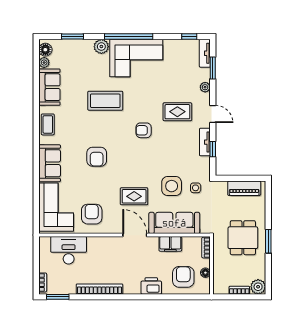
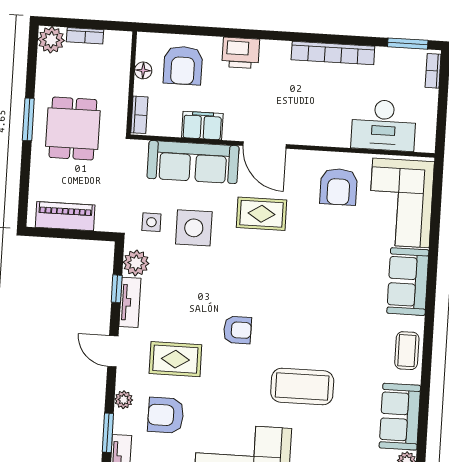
armchair: (97, 157) -> (166, 415), moved, turned -90
plant: (203, 164) -> (136, 263), added

